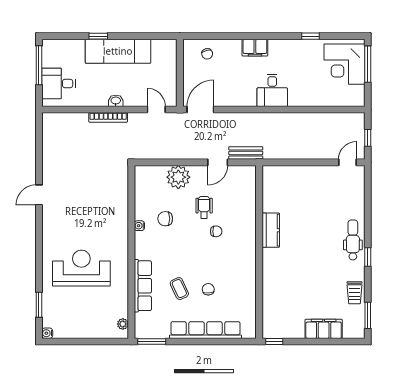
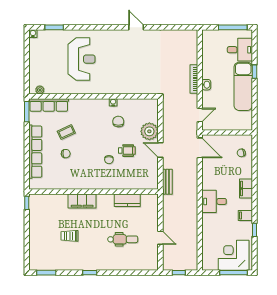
filing cabinet: (291, 48) -> (245, 215), added
desk: (59, 83) -> (240, 50), moved, turned 90
door: (218, 162) -> (160, 150), moved
door: (347, 162) -> (160, 238), moved
kitchen counter: (271, 230) -> (127, 200), moved
dental chair: (353, 240) -> (123, 239), moved
row of seats: (143, 286) -> (49, 105), moved
trolley: (355, 293) -> (70, 236), moved
filing cabinet: (324, 329) -> (82, 201), moved, turned 90

